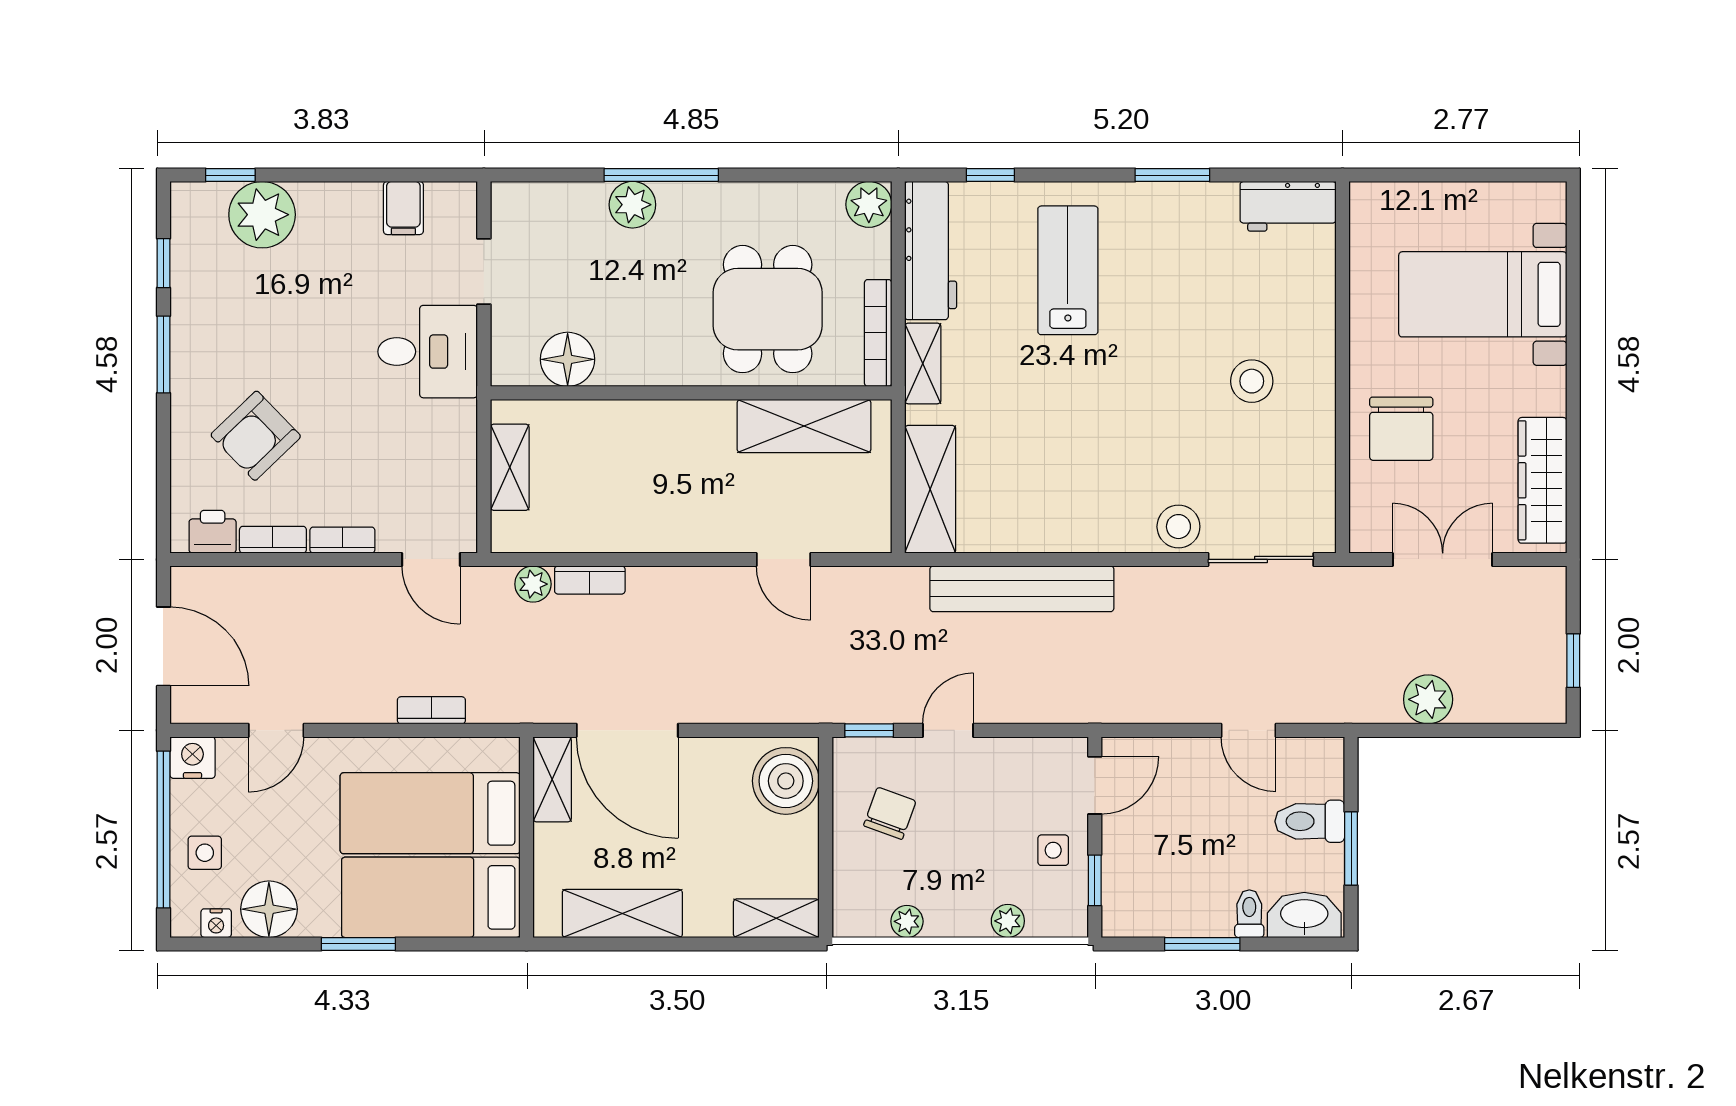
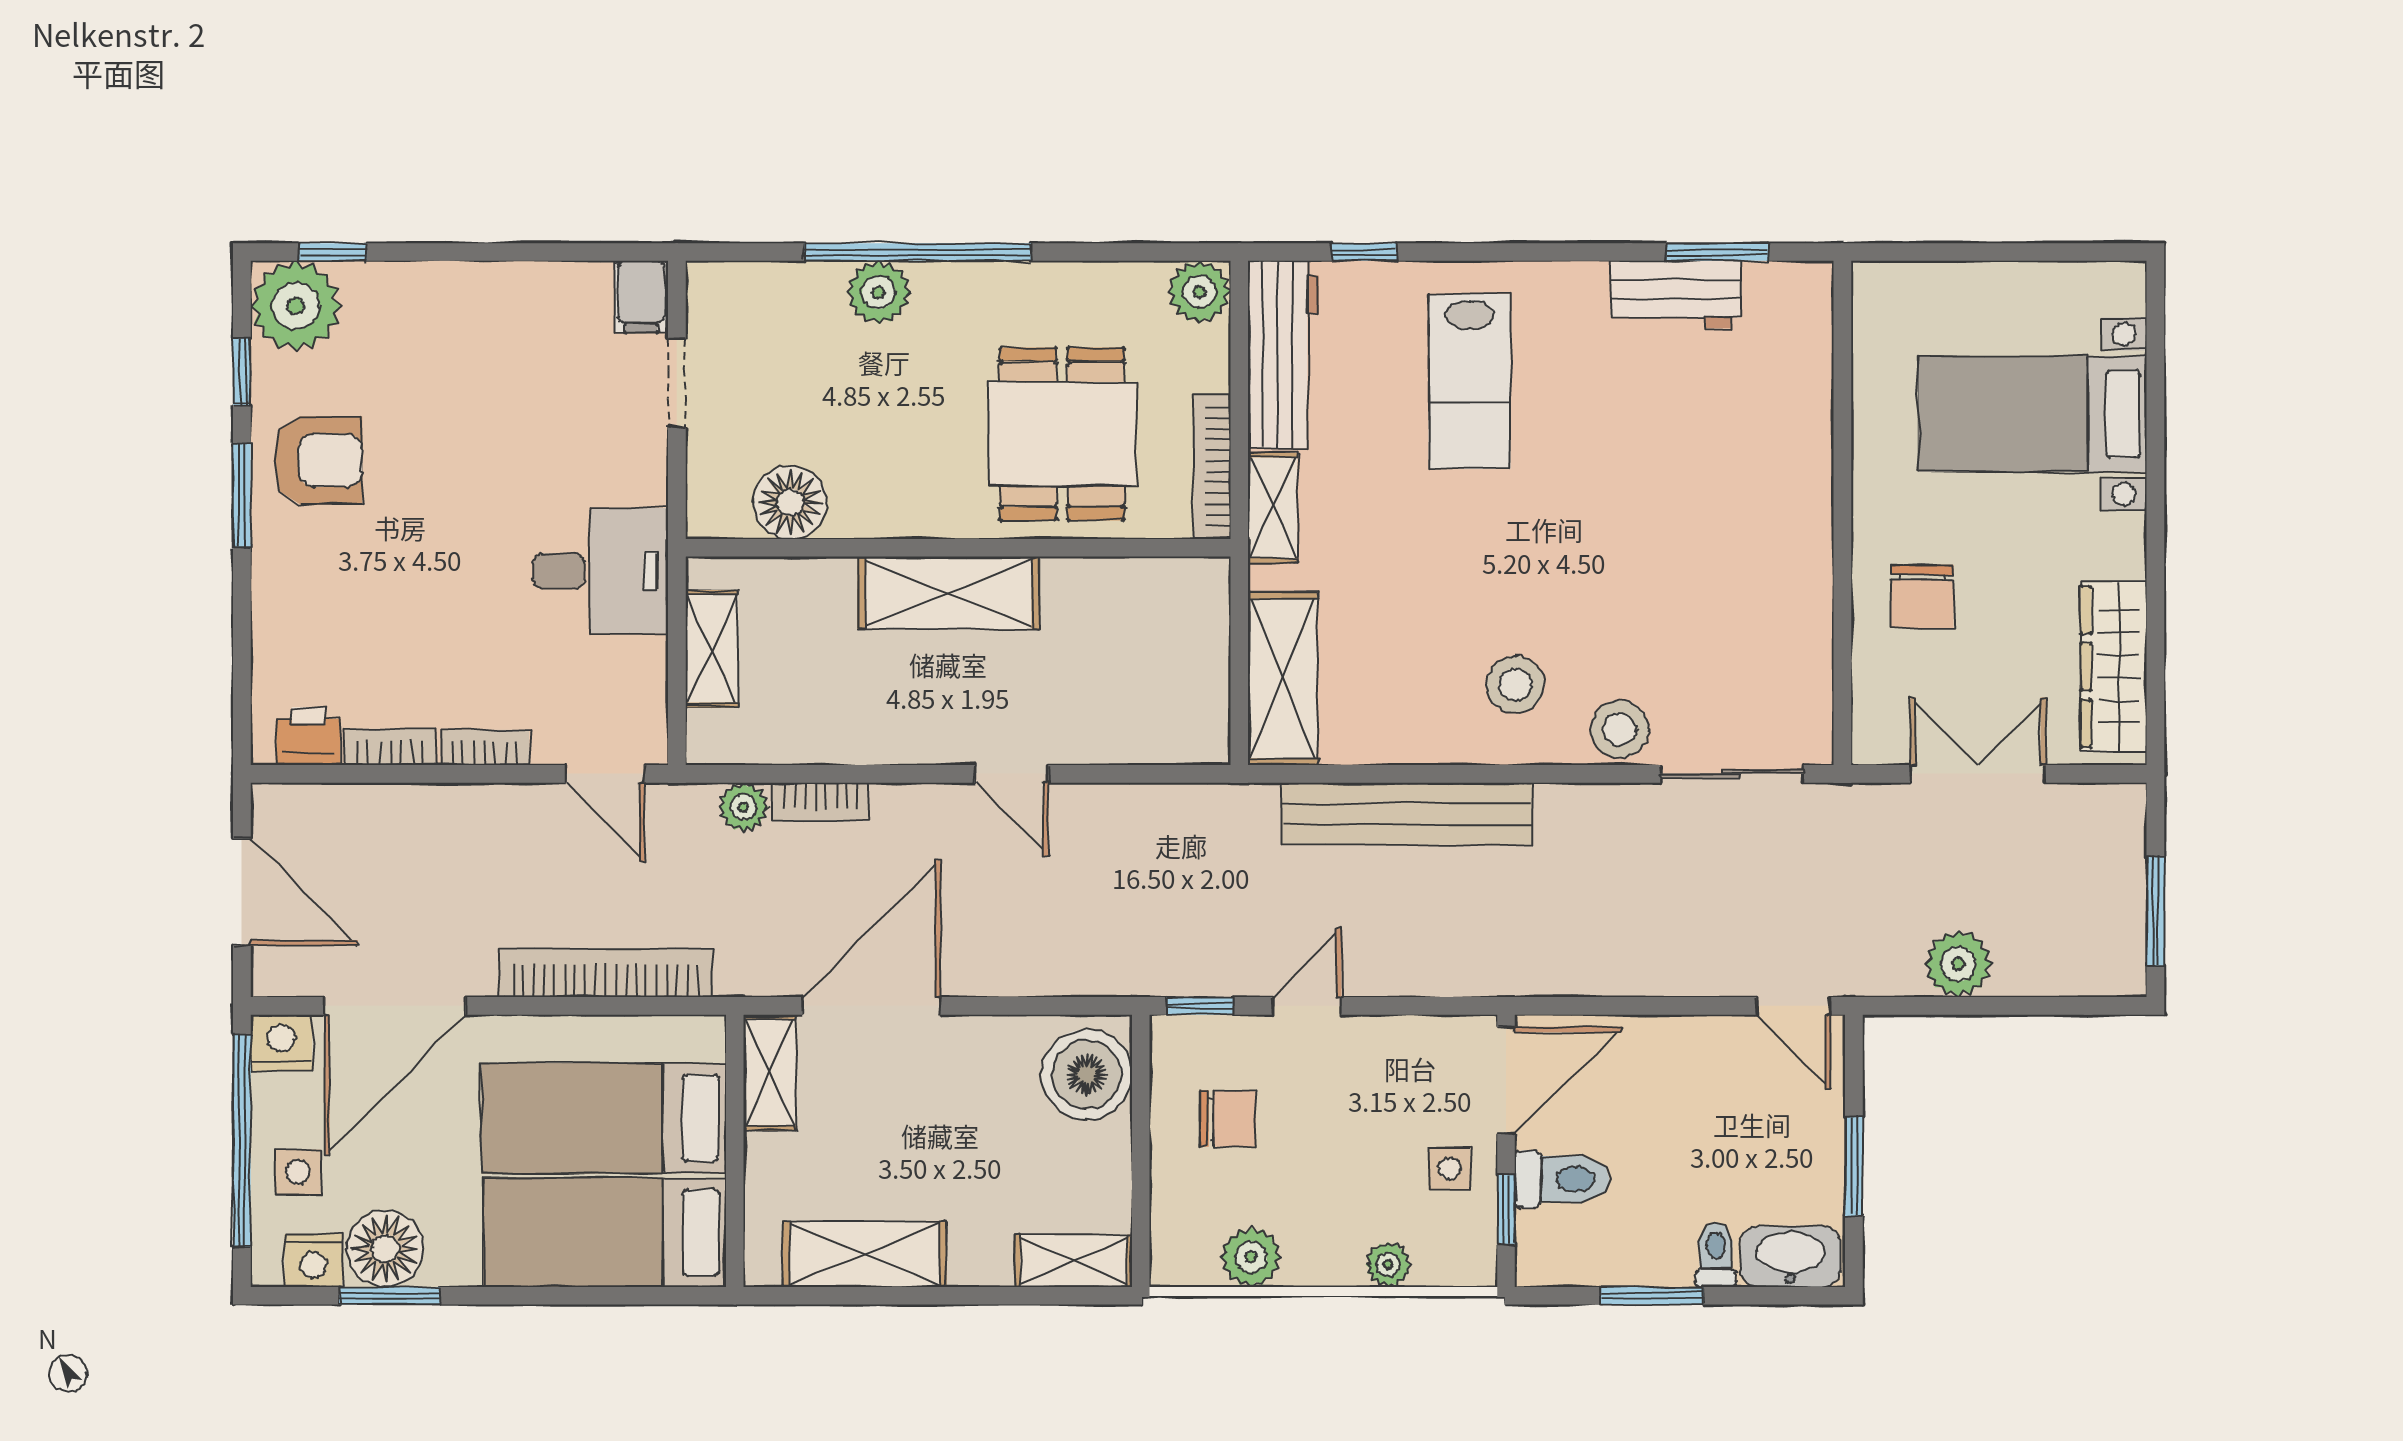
window: (661, 175) -> (918, 252), width x1.46
window: (1172, 175) -> (1718, 252), moved
workbench: (1288, 206) -> (1676, 294), moved
filing cabinet: (403, 208) -> (641, 297), moved
plant: (262, 215) -> (296, 306), moved
lab bench: (1068, 270) -> (1470, 381), turned 180
desk: (428, 352) -> (600, 571), moved
stool: (1252, 381) -> (1515, 685), moved
shelving: (804, 426) -> (948, 593), moved
chair: (1401, 429) -> (1922, 596), width x0.73, depth x0.73
armchair: (256, 436) -> (318, 460), moved, turned -136
door: (783, 559) -> (1012, 774), moved
window: (1573, 661) -> (2155, 911), width x1.50
bookcase: (431, 710) -> (606, 973), width x2.31, depth x1.31
door: (276, 730) -> (395, 1006), width x1.87
door: (627, 730) -> (871, 1006), swing flipped
door: (1248, 730) -> (1793, 1006), moved
door: (1095, 785) -> (1506, 1081), width x1.38
chair: (890, 813) -> (1228, 1118), turned 70
toilet: (1310, 821) -> (1562, 1179), moved, turned 180
plant: (907, 921) -> (1251, 1257), width x1.38, depth x1.38
nightstand: (216, 923) -> (313, 1261), width x1.39, depth x1.35
window: (358, 944) -> (390, 1296), moved

